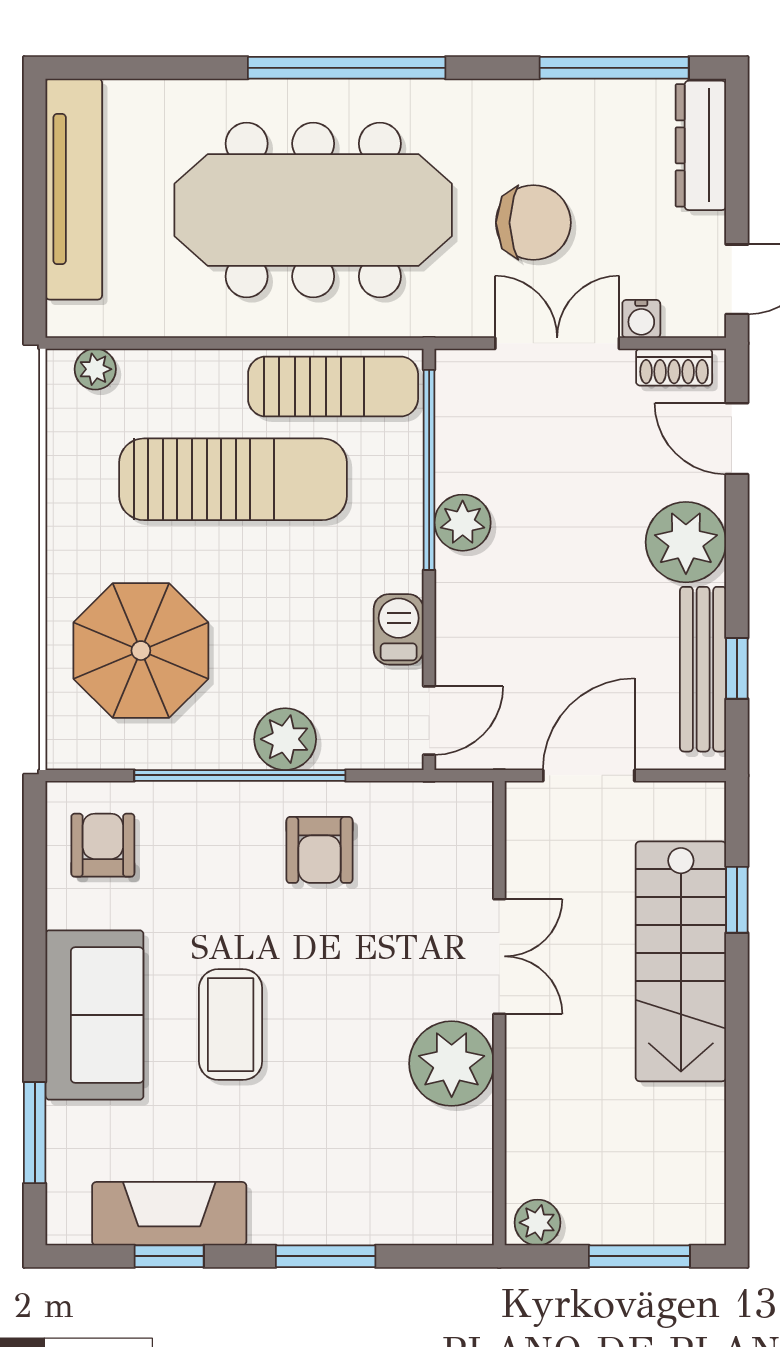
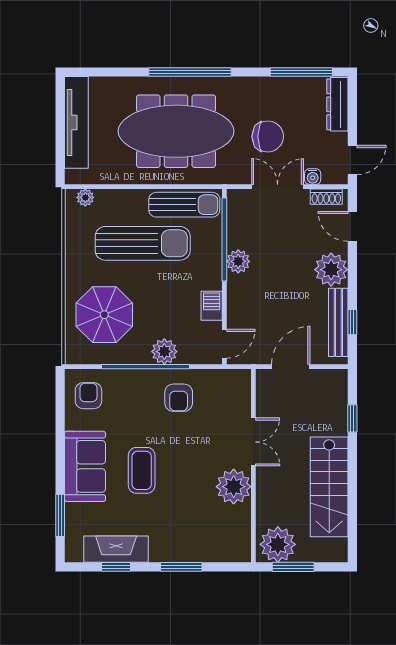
stairs: (681, 961) -> (329, 487), moved
plant: (537, 1223) -> (278, 544), width x1.87, depth x1.87
window: (639, 1256) -> (293, 567), moved

